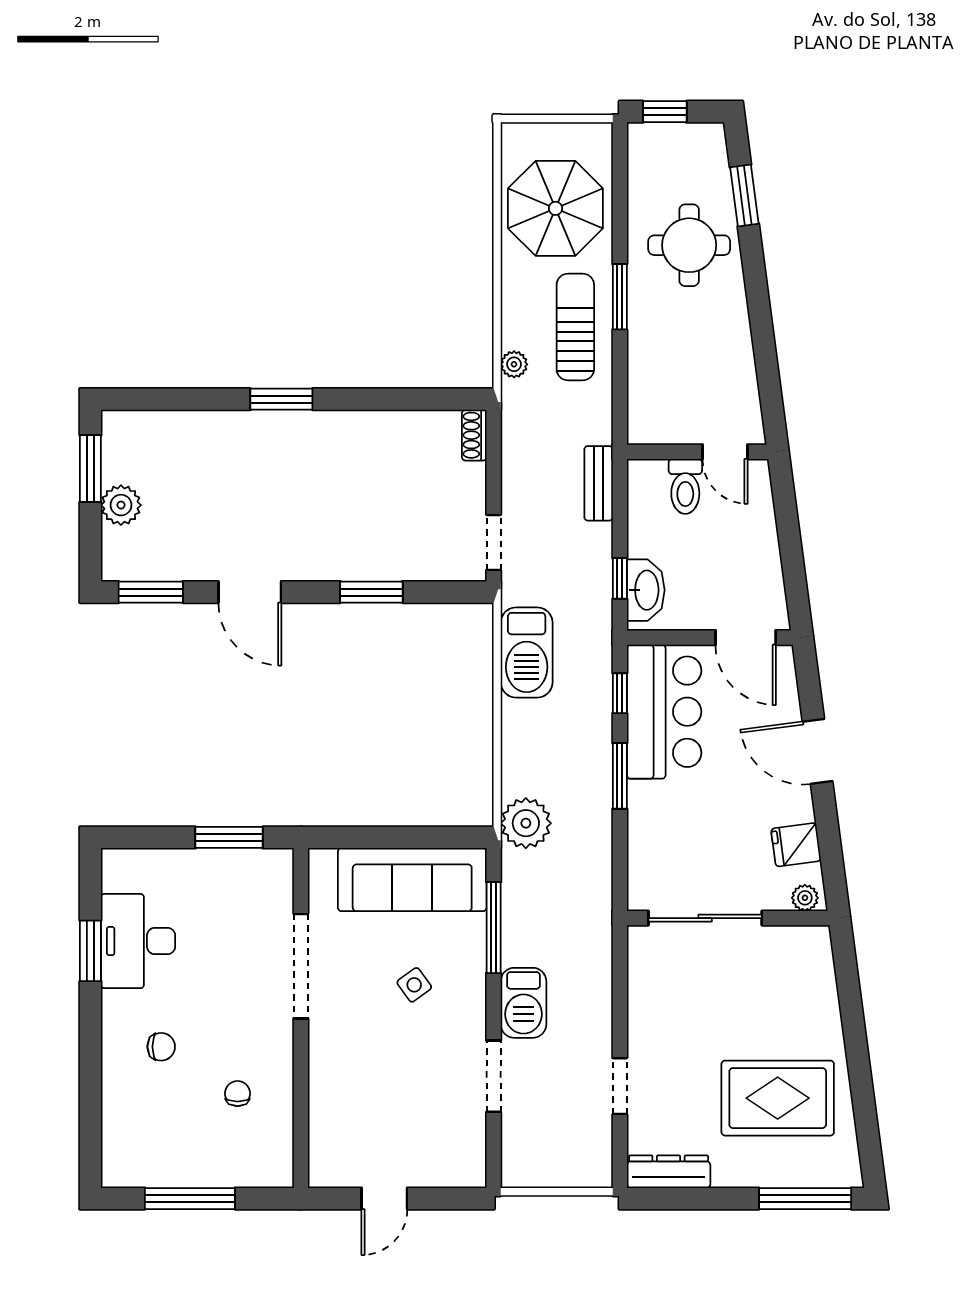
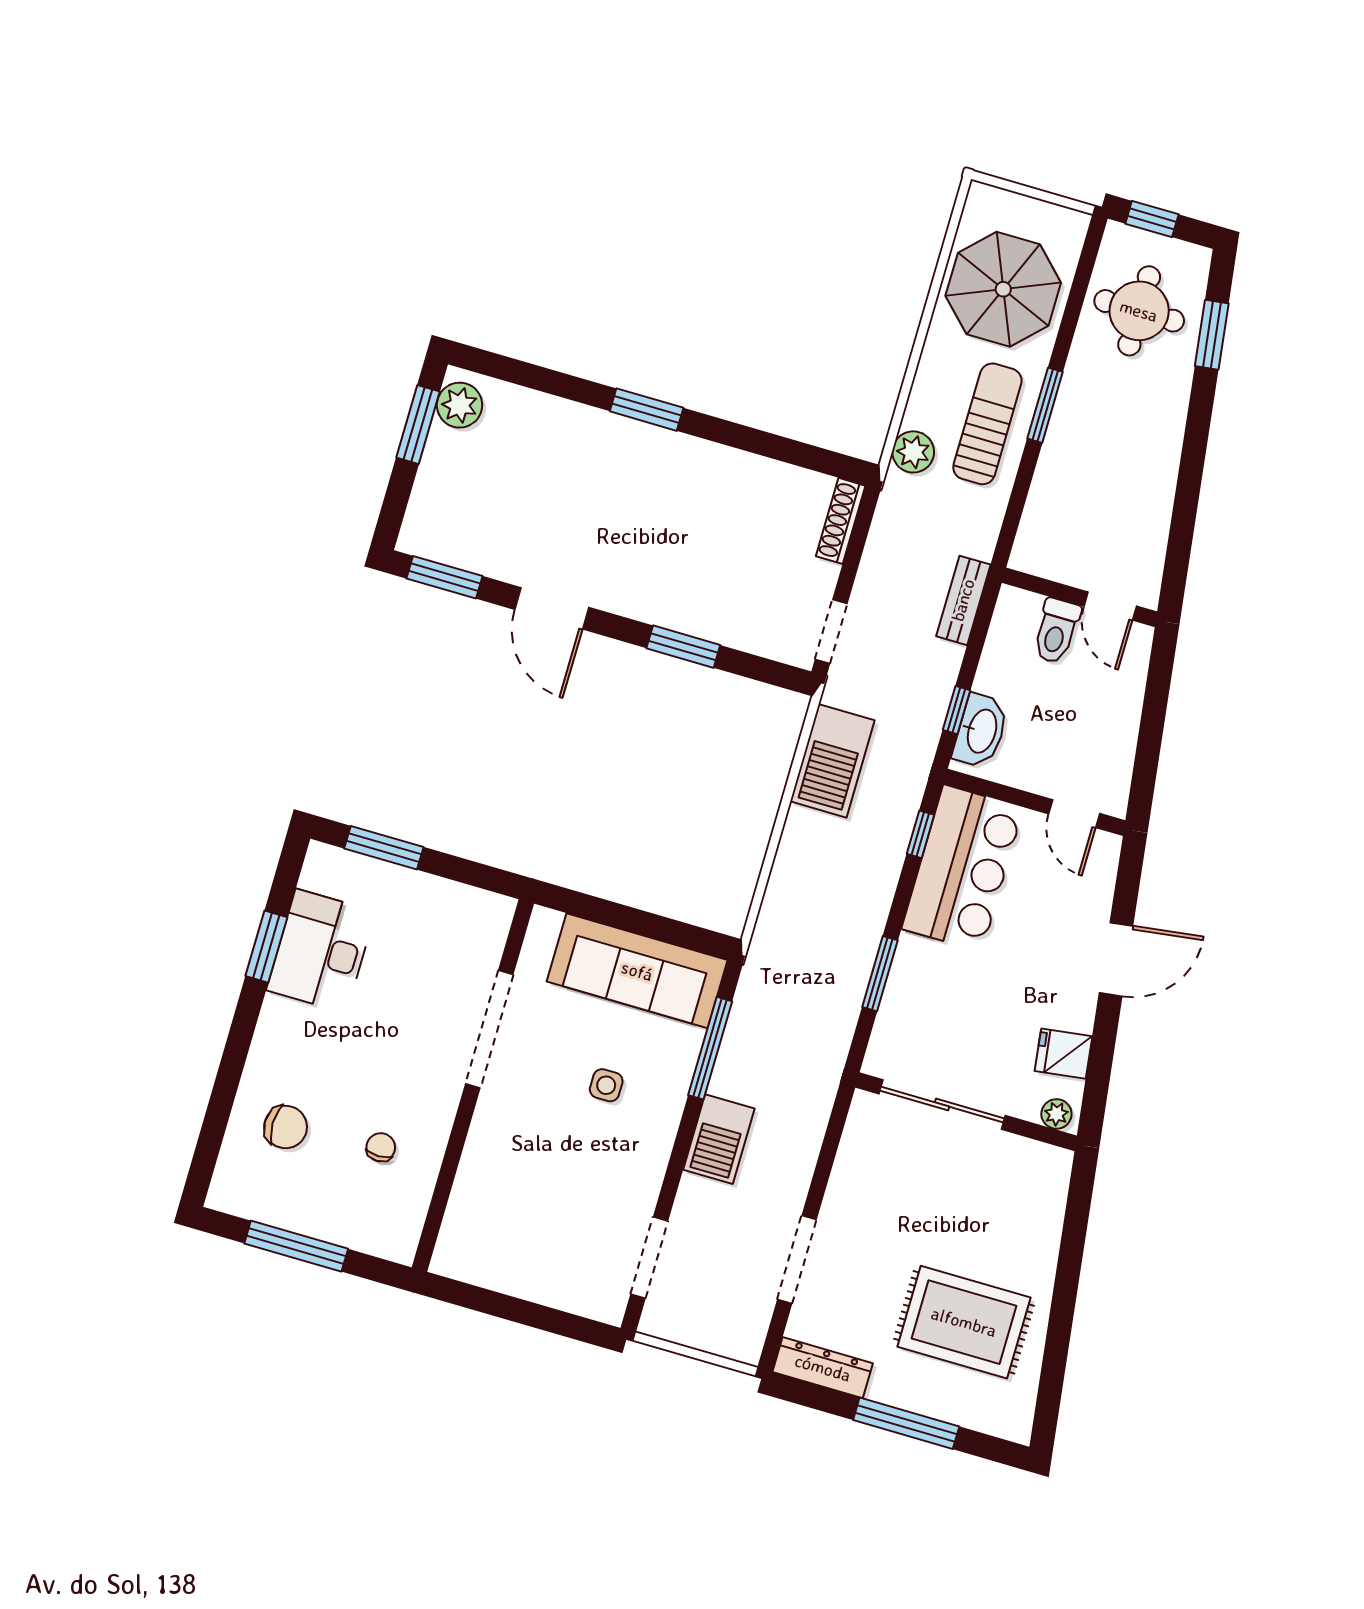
round table: (689, 245) -> (1139, 311), moved
plant: (514, 364) -> (913, 452), width x1.38, depth x1.38
shoe rack: (474, 435) -> (841, 521), width x1.43
plant: (121, 505) -> (460, 405), moved
door: (746, 638) -> (1074, 814), width x0.73
door: (817, 751) -> (1116, 959), swing flipped
window: (620, 776) -> (880, 974), moved
plant: (526, 823) -> (778, 945), removed
window: (229, 837) -> (384, 848), moved
side table: (414, 985) -> (606, 1085), turned 36
chair: (161, 1047) -> (286, 1127), moved, width x1.37, depth x1.37
doorway: (494, 1076) -> (649, 1257), moved
doorway: (620, 1086) -> (797, 1260), width x1.38
door: (384, 1199) -> (507, 1307), removed
window: (805, 1199) -> (906, 1423), moved

